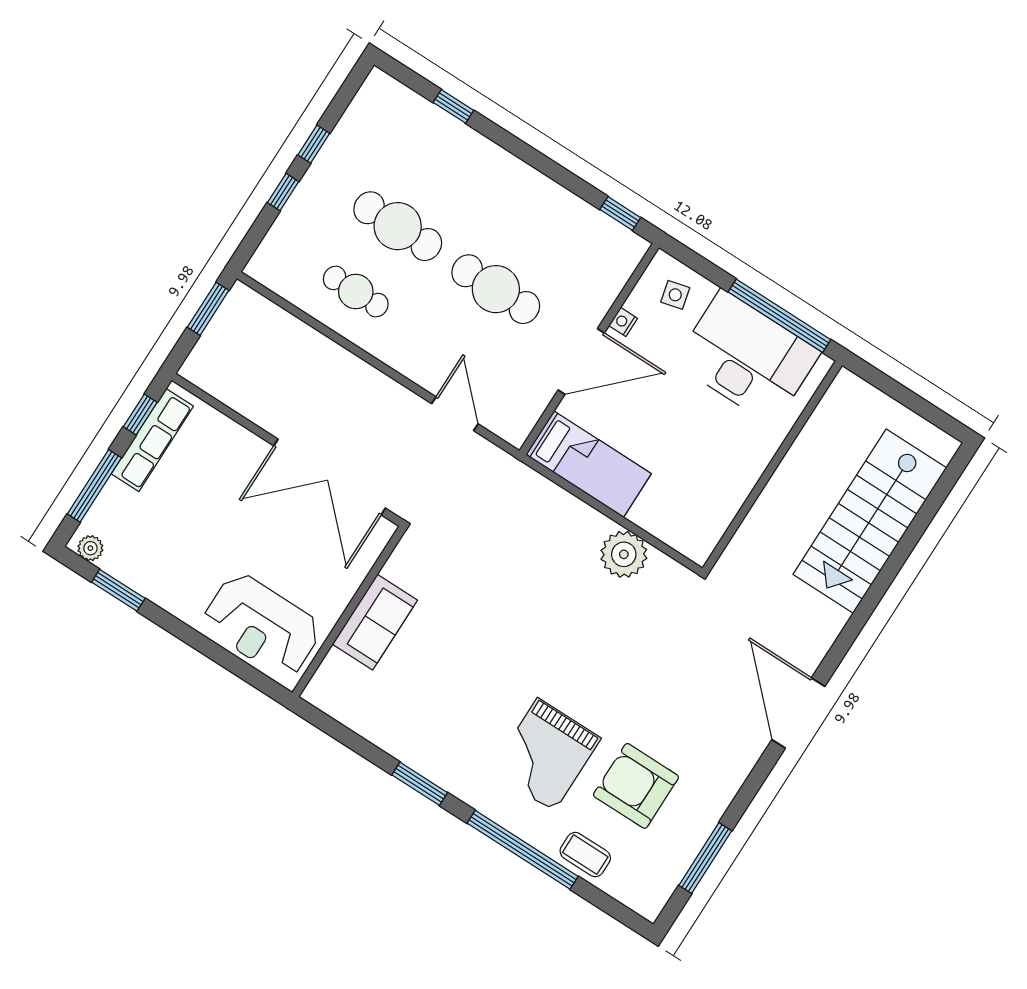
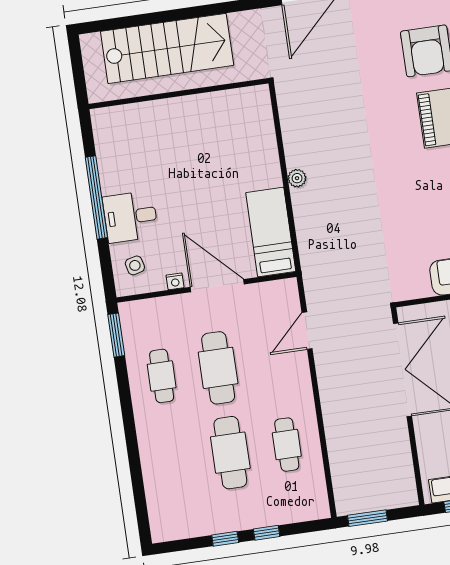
window: (453, 106) -> (137, 479), removed
window: (620, 214) -> (116, 335), width x1.50
cafe table: (538, 224) -> (162, 376), added
desk: (747, 357) -> (130, 217), width x0.53, depth x0.77
wall: (772, 467) -> (179, 94), moved
plant: (624, 554) -> (297, 178), width x0.53, depth x0.53

